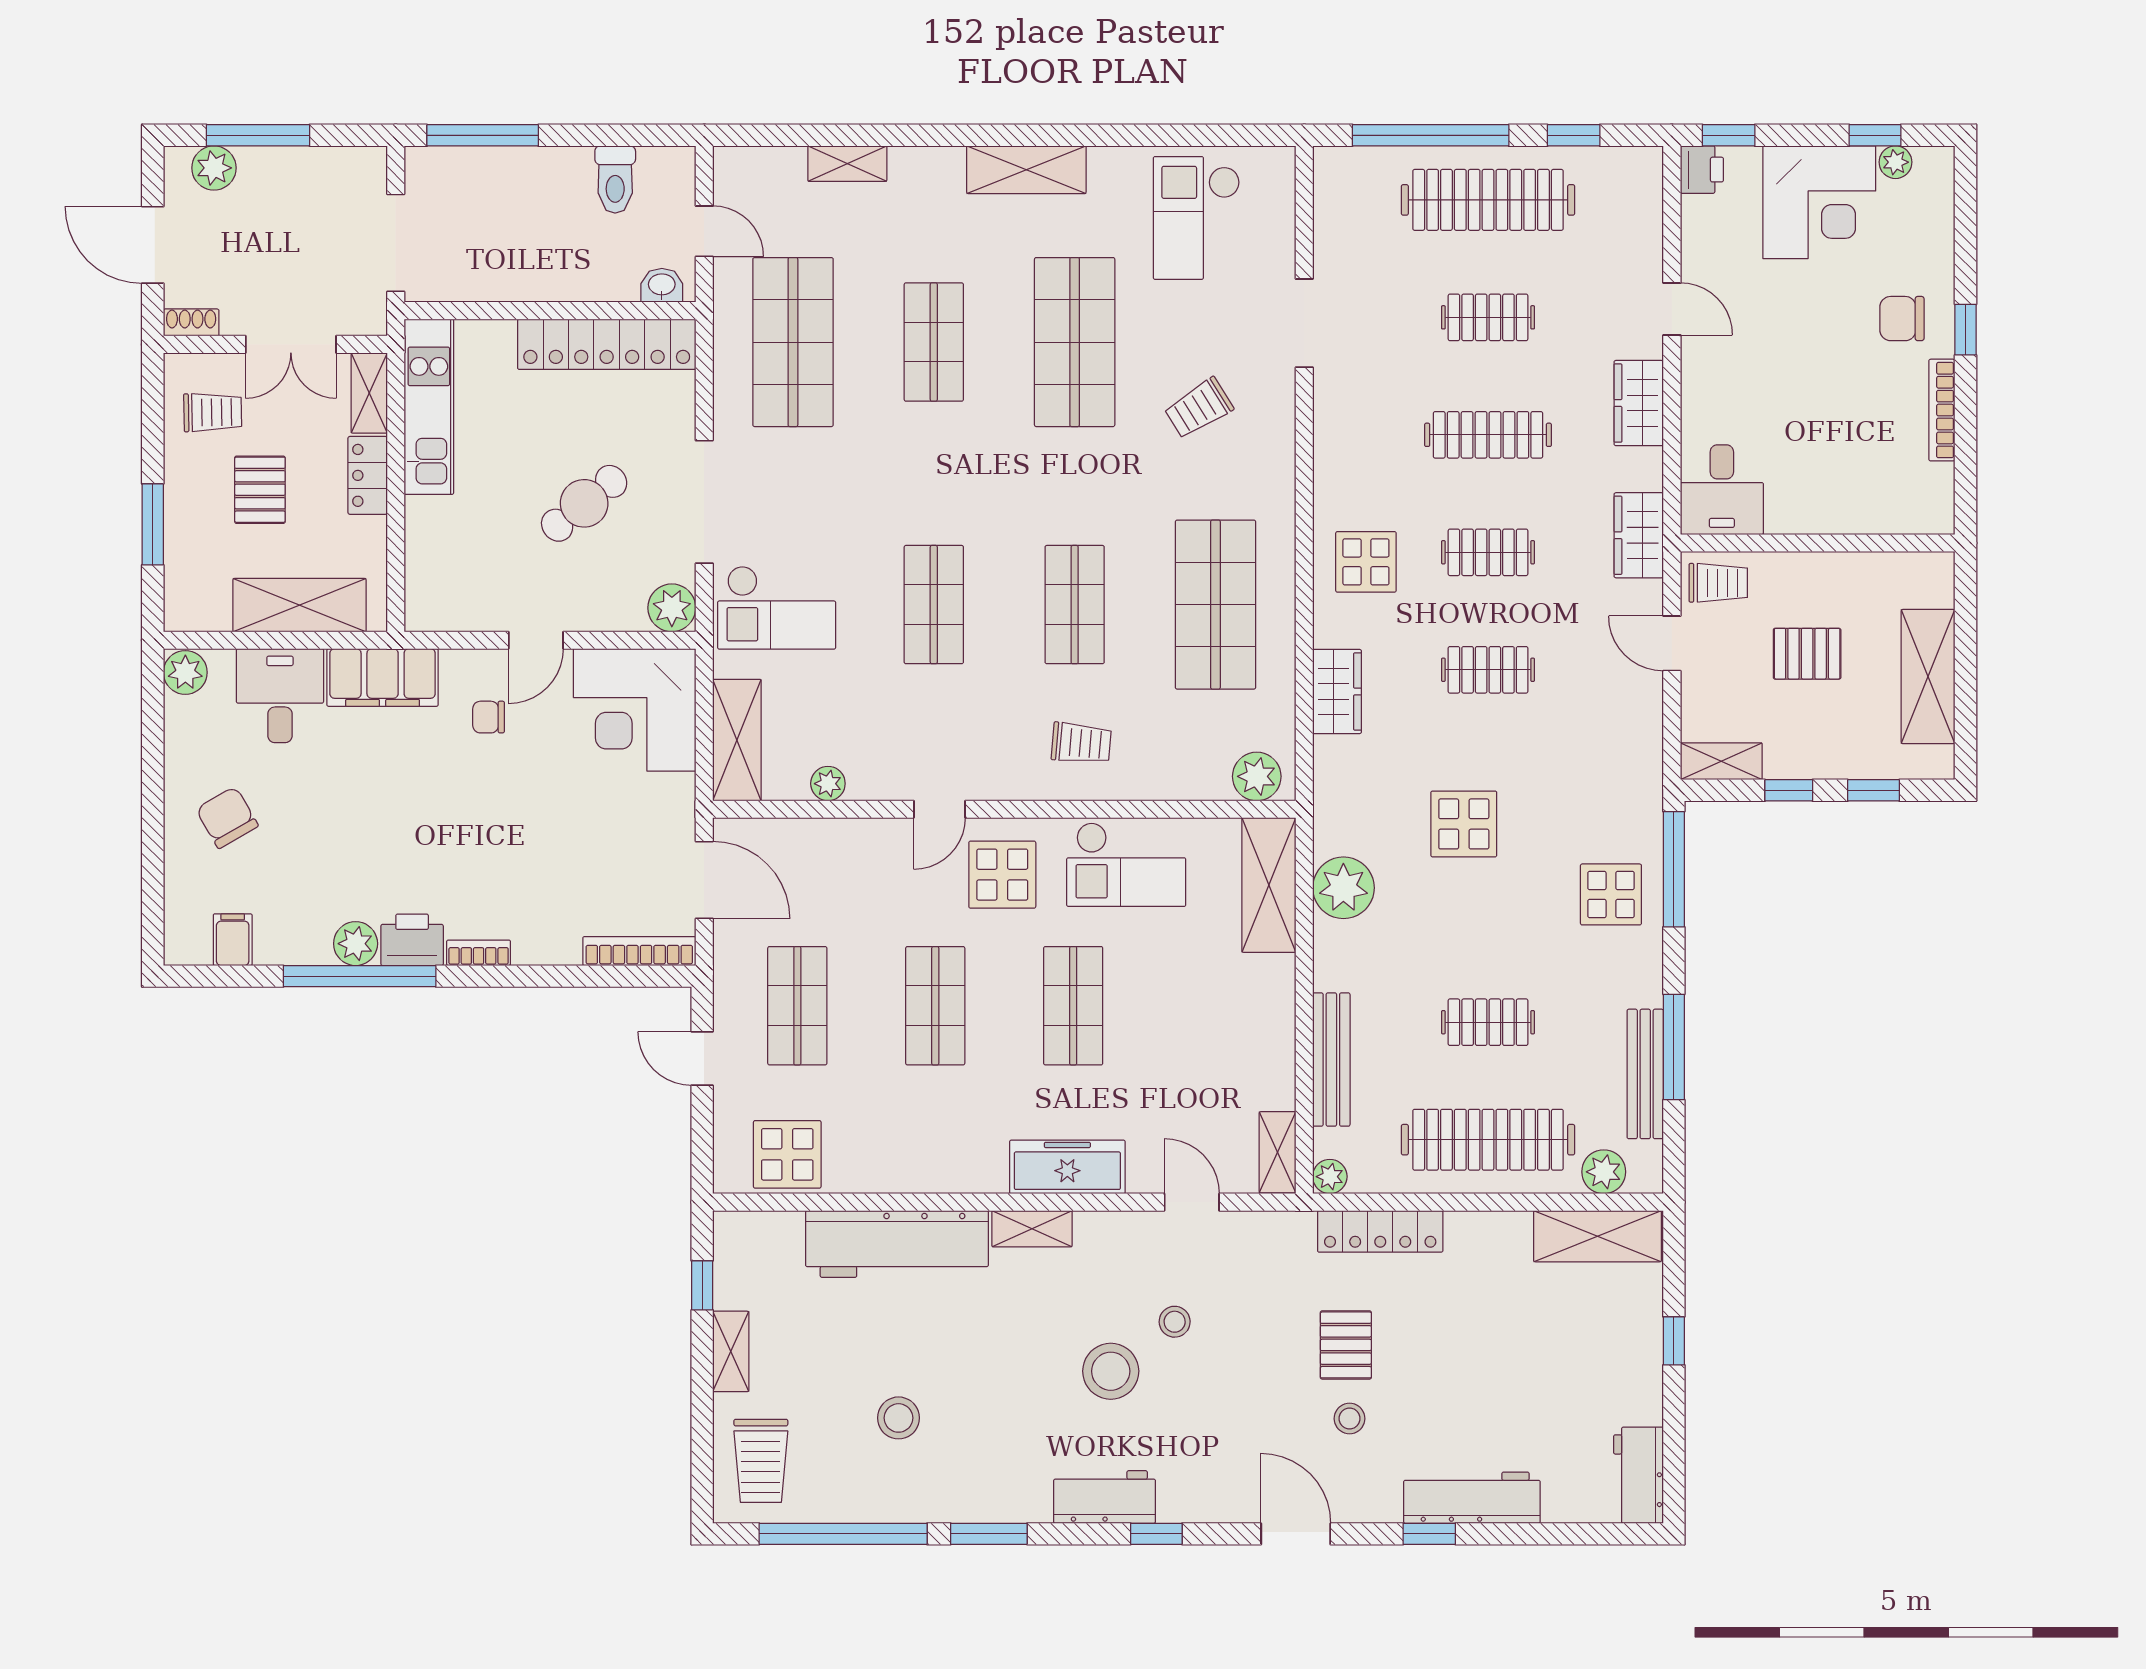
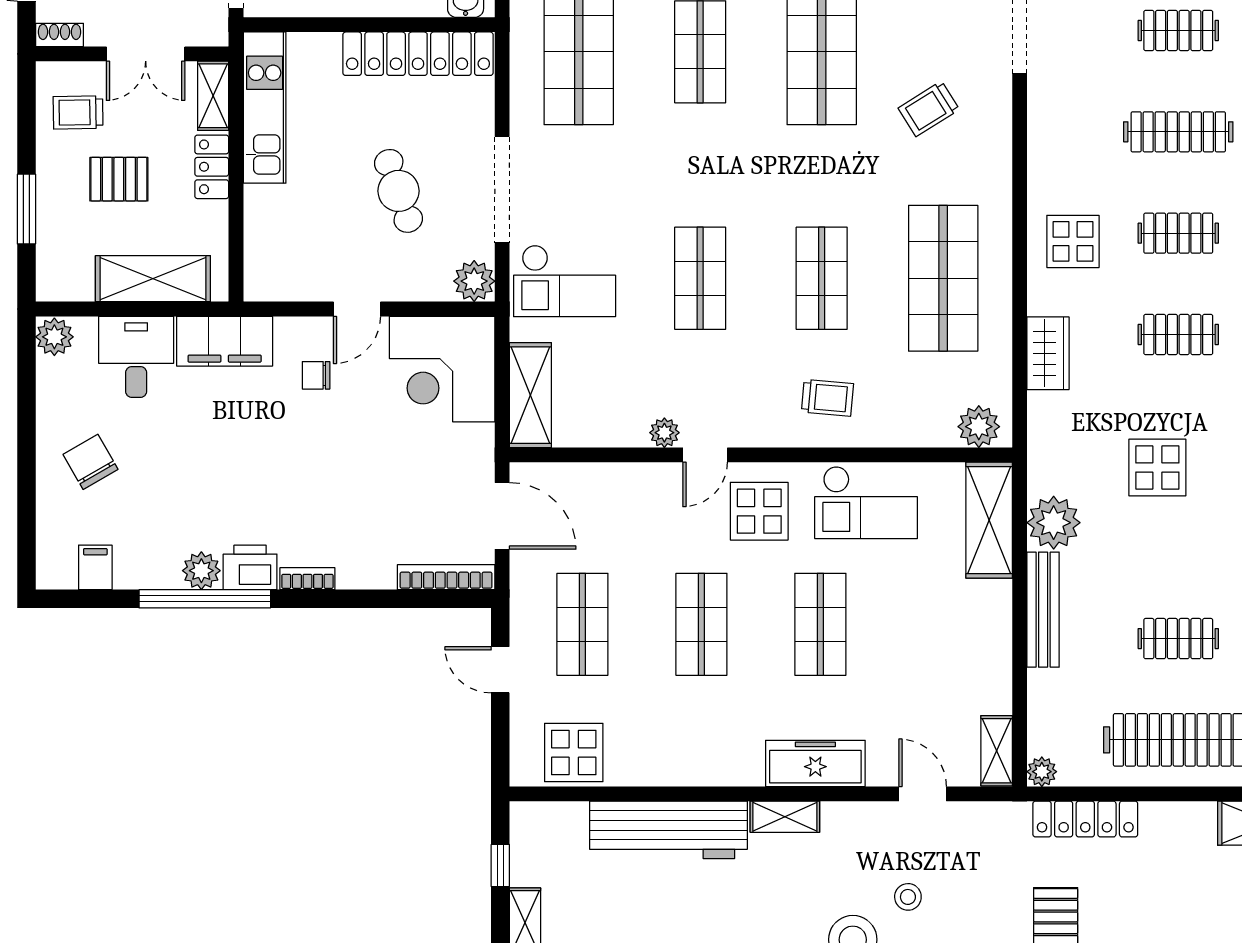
trolley: (213, 412) -> (78, 112), turned 180
pallet: (260, 490) -> (119, 179), turned 90
cafe table: (584, 503) -> (399, 191), turned -70
plant: (828, 784) -> (664, 433), moved
bench: (1331, 1060) -> (1043, 610), moved

